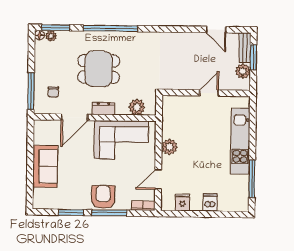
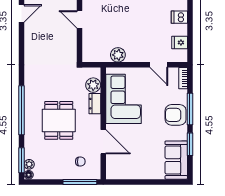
dresser: (103, 108) -> (95, 104), moved
plant: (169, 147) -> (118, 55), moved
sofa: (45, 166) -> (176, 160), moved, turned -90

